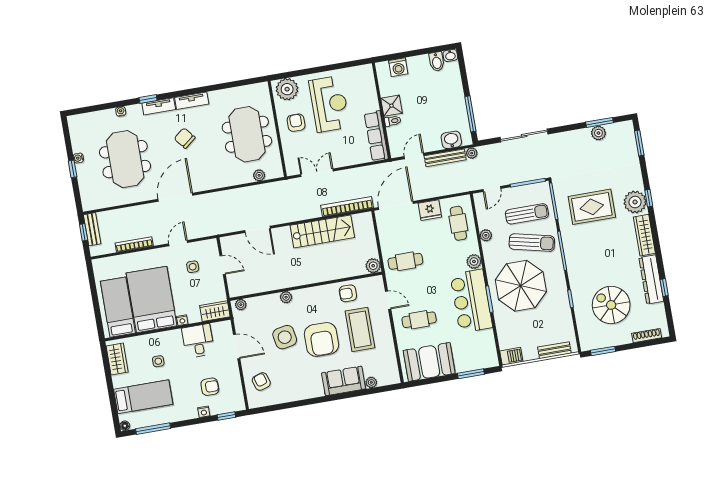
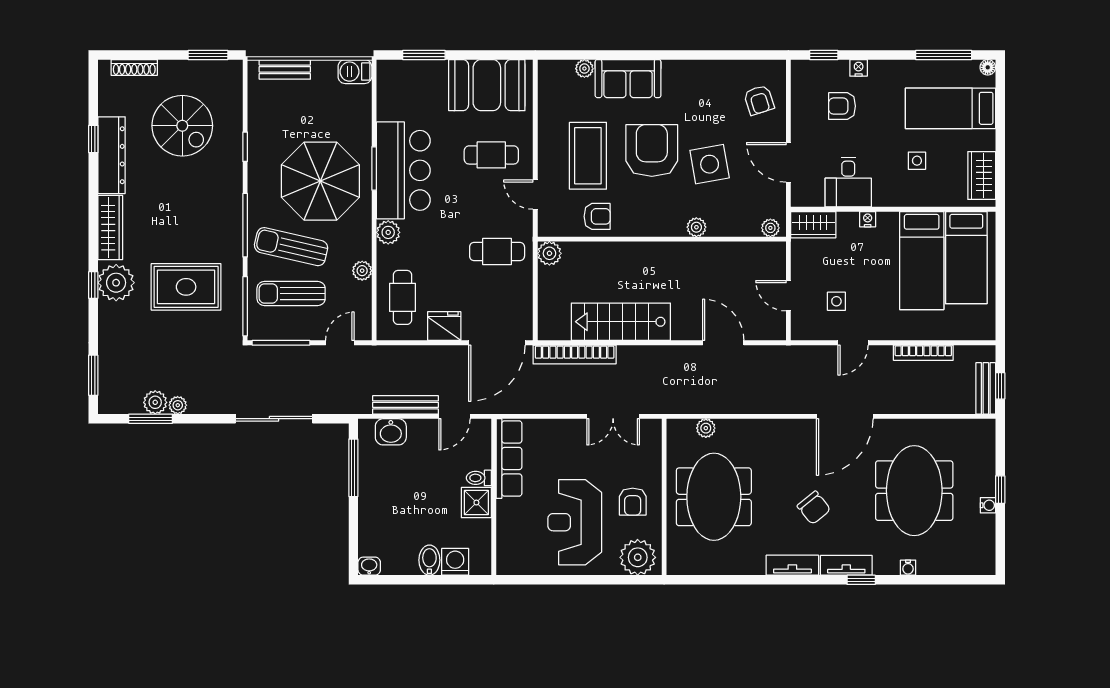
bidet: (437, 62) -> (429, 560), moved
plant: (472, 153) -> (178, 405), moved
bed: (152, 299) -> (922, 261), width x0.67

